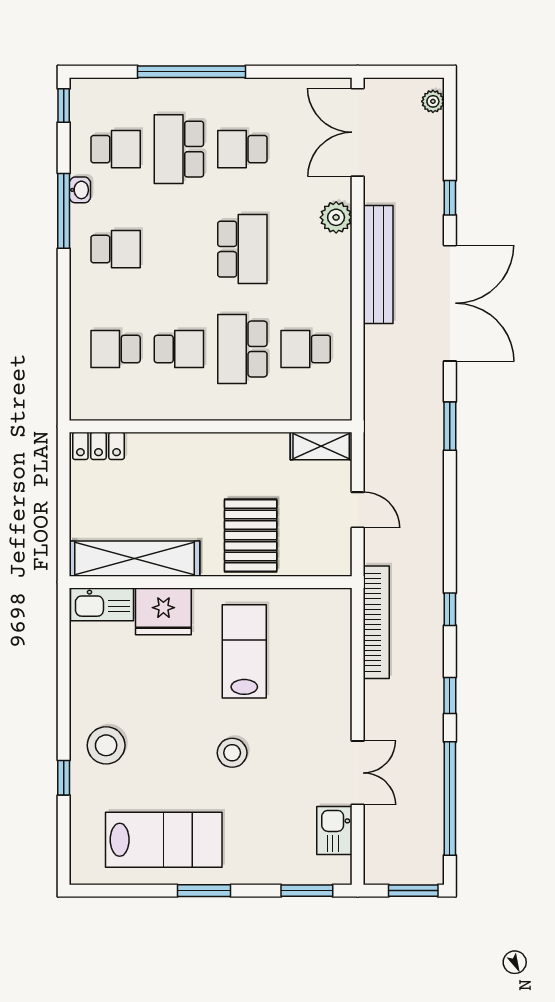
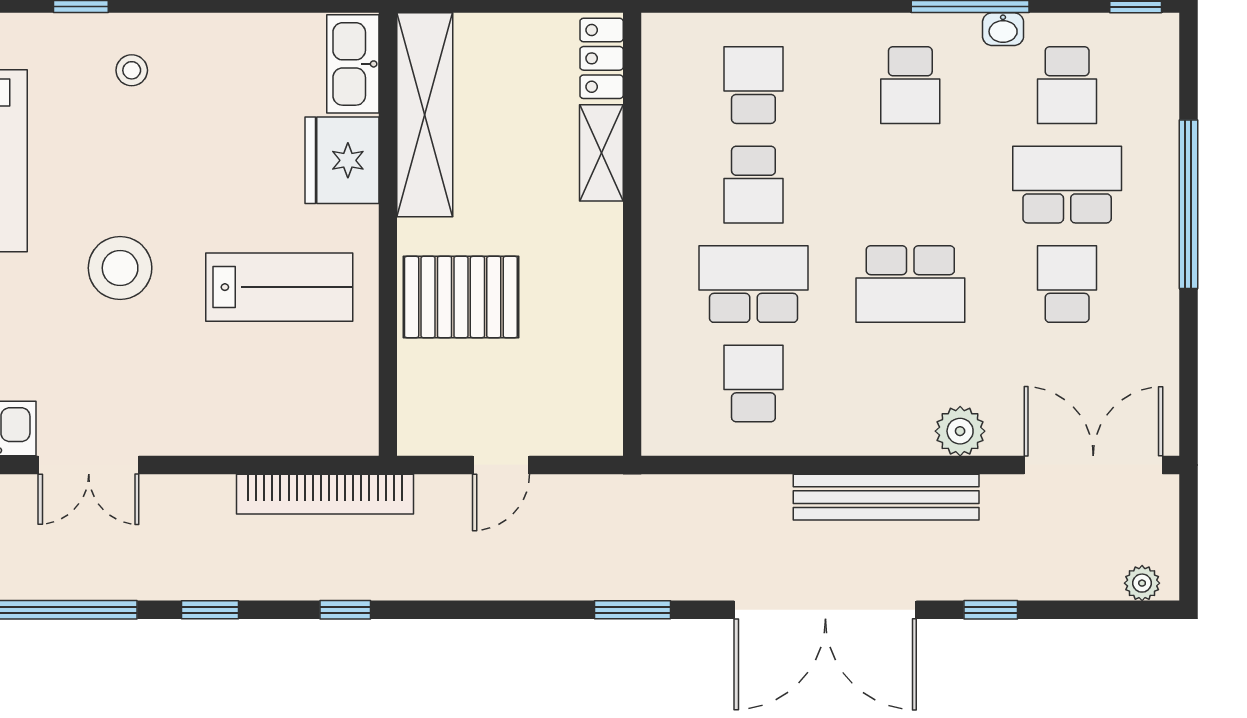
shelving: (321, 446) -> (601, 153), moved
stool: (106, 745) -> (132, 70), width x0.53, depth x0.53
stool: (232, 753) -> (120, 268), width x1.38, depth x1.38

